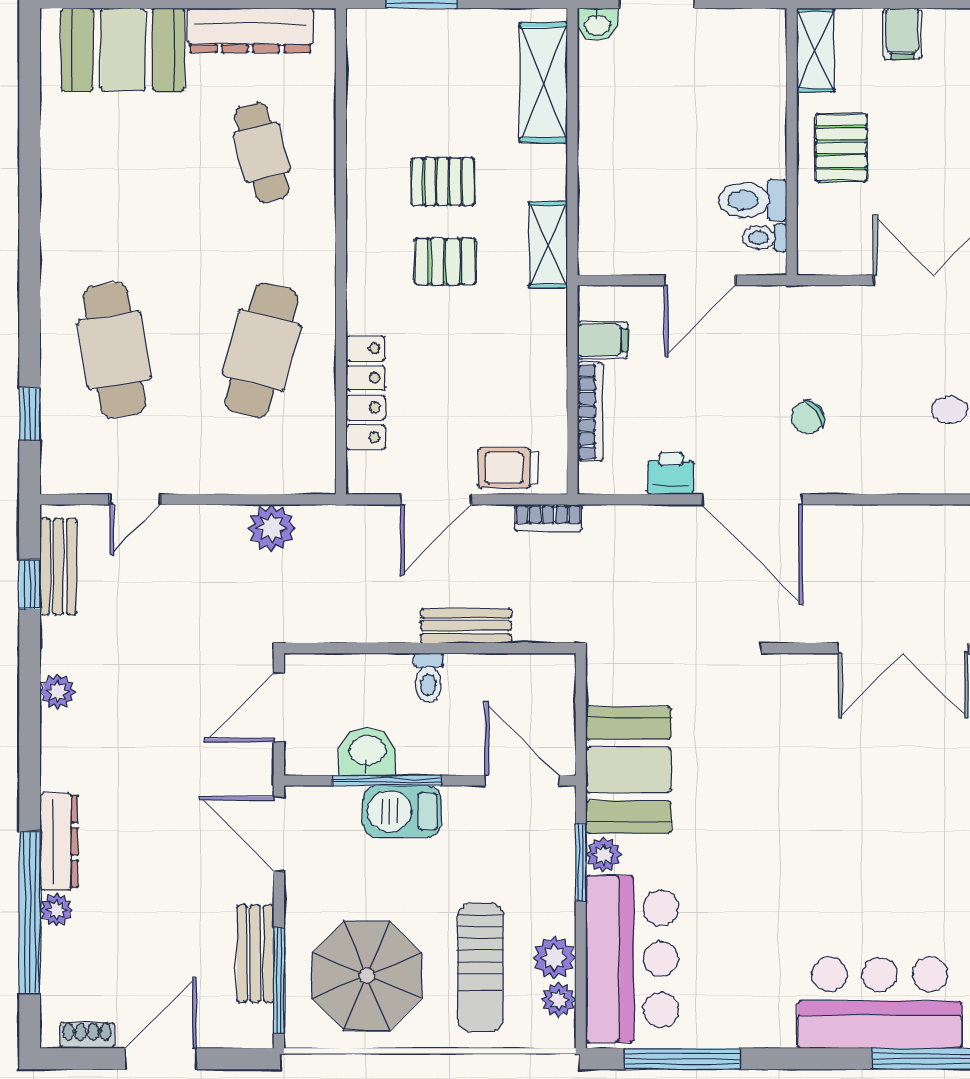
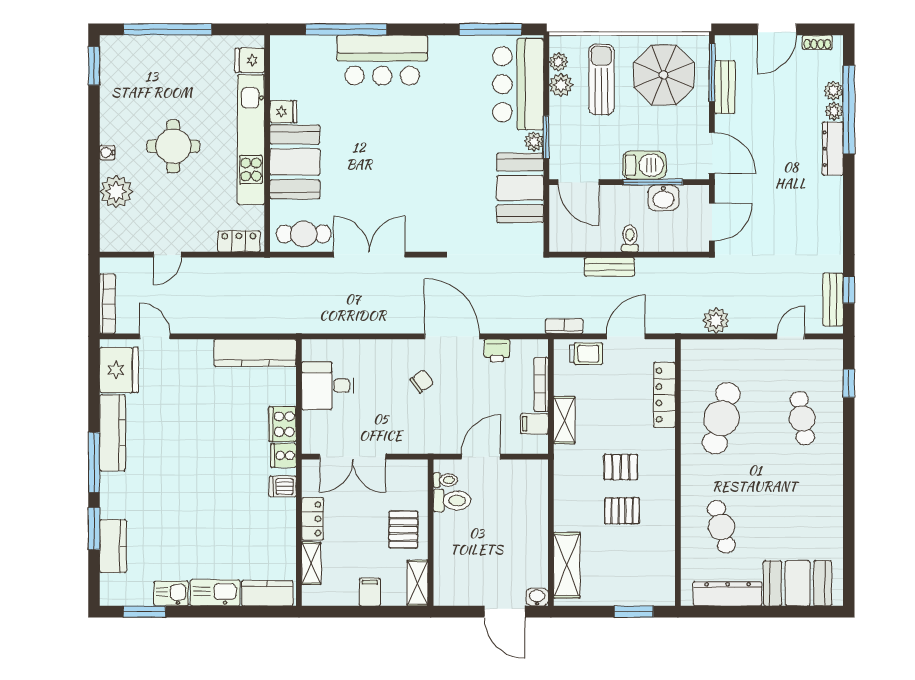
shelving: (548, 245) -> (564, 420), moved
cafe table: (114, 350) -> (802, 418), width x0.73, depth x0.74
plant: (57, 692) -> (833, 91), moved

